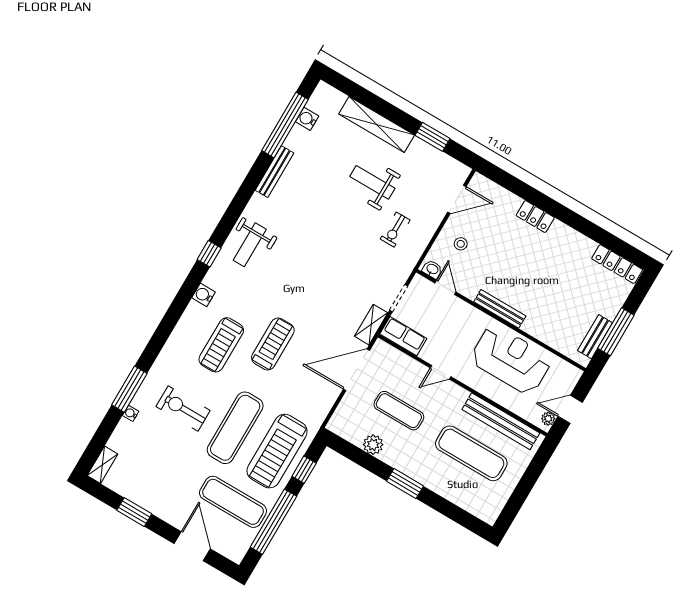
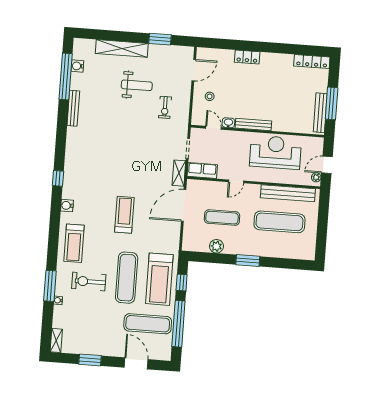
weight bench: (372, 182) -> (137, 85), turned 180
weight bench: (250, 245) -> (80, 161), removed
washbasin: (432, 269) -> (228, 123), moved
bench: (595, 337) -> (320, 113), width x1.36
treadmill: (221, 345) -> (74, 243), moved

